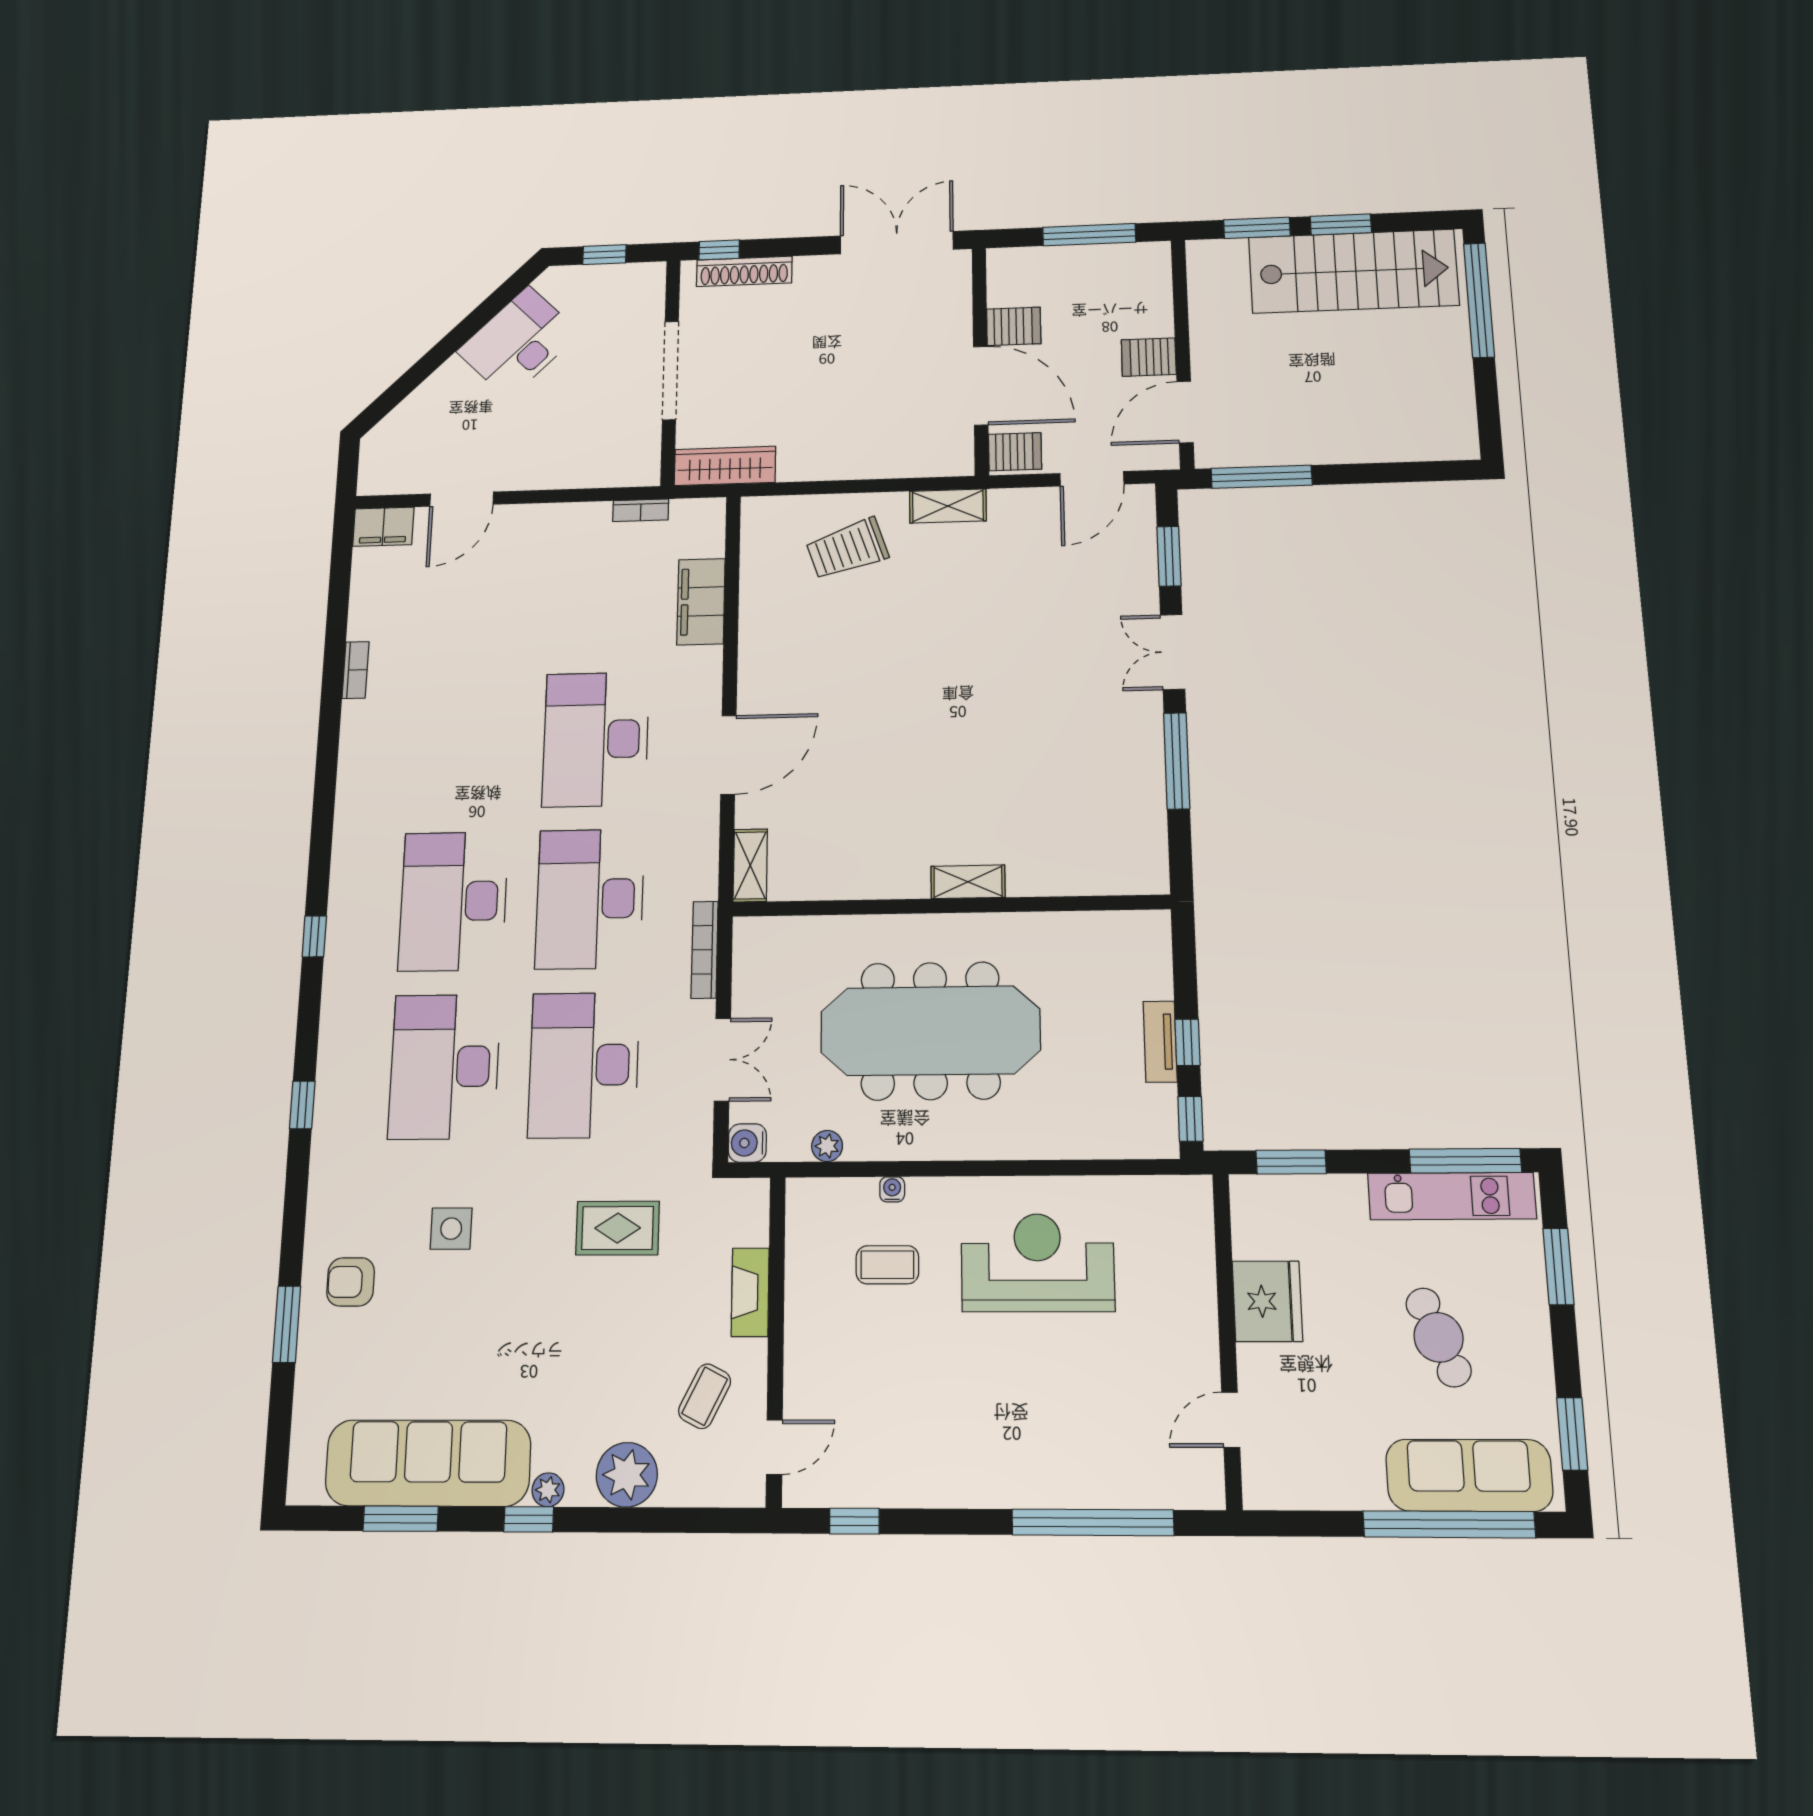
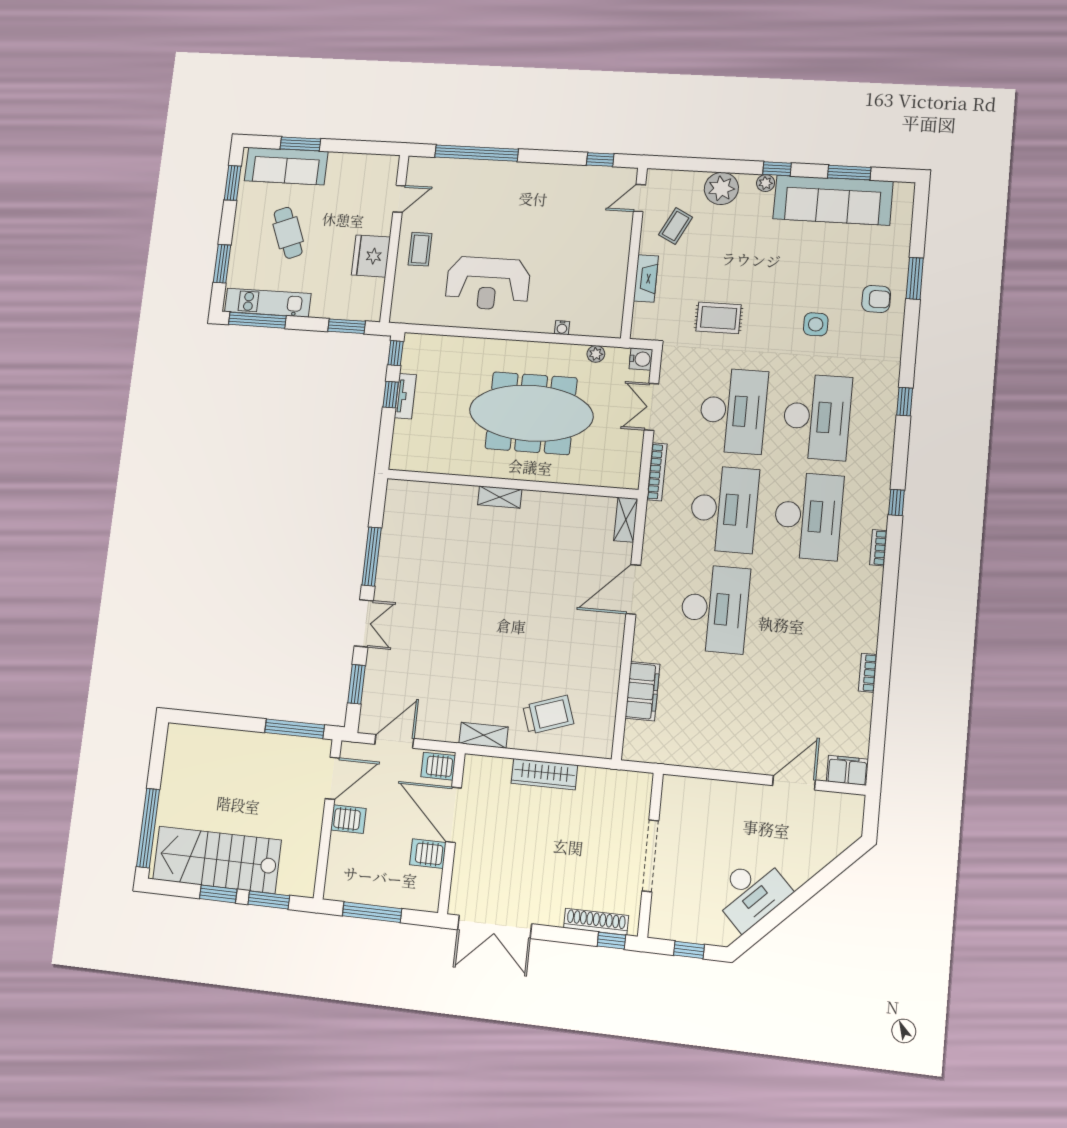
wardrobe: (725, 466) -> (544, 774), moved
bookcase: (641, 510) -> (878, 548), moved, turned -90
coffee table: (887, 1265) -> (420, 249), moved, turned 90
window: (1449, 1524) -> (300, 144), width x0.47

